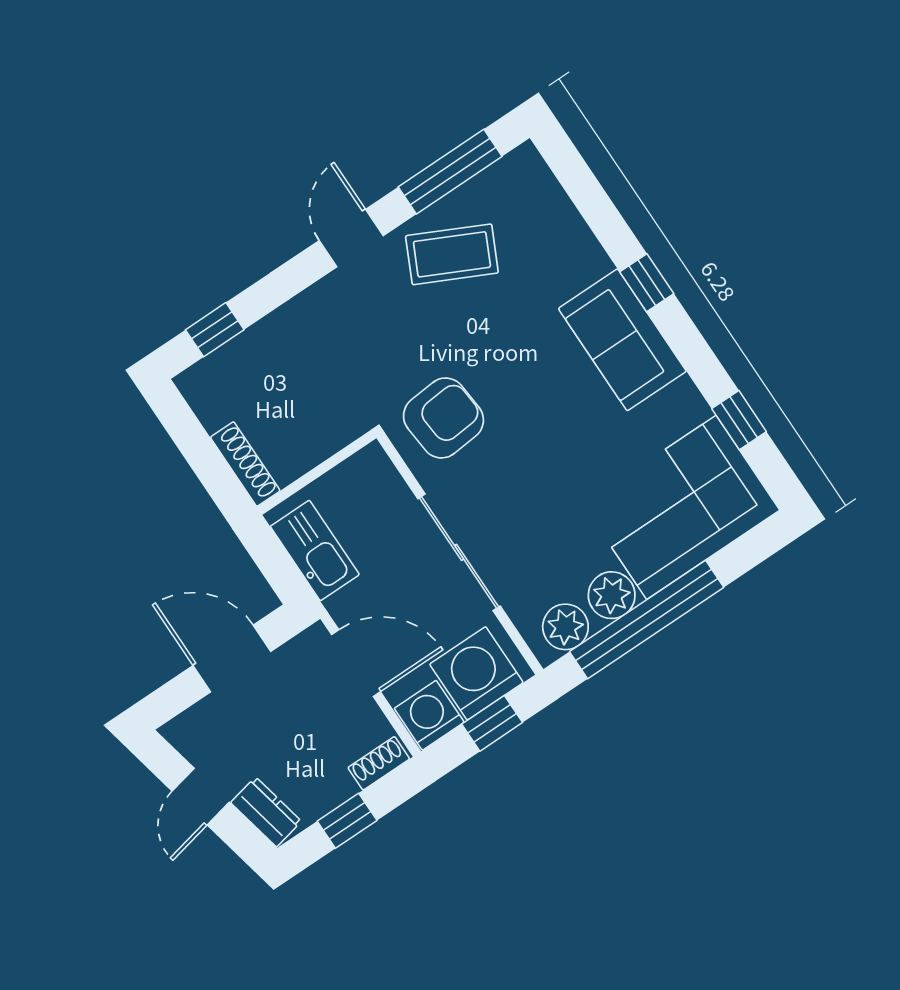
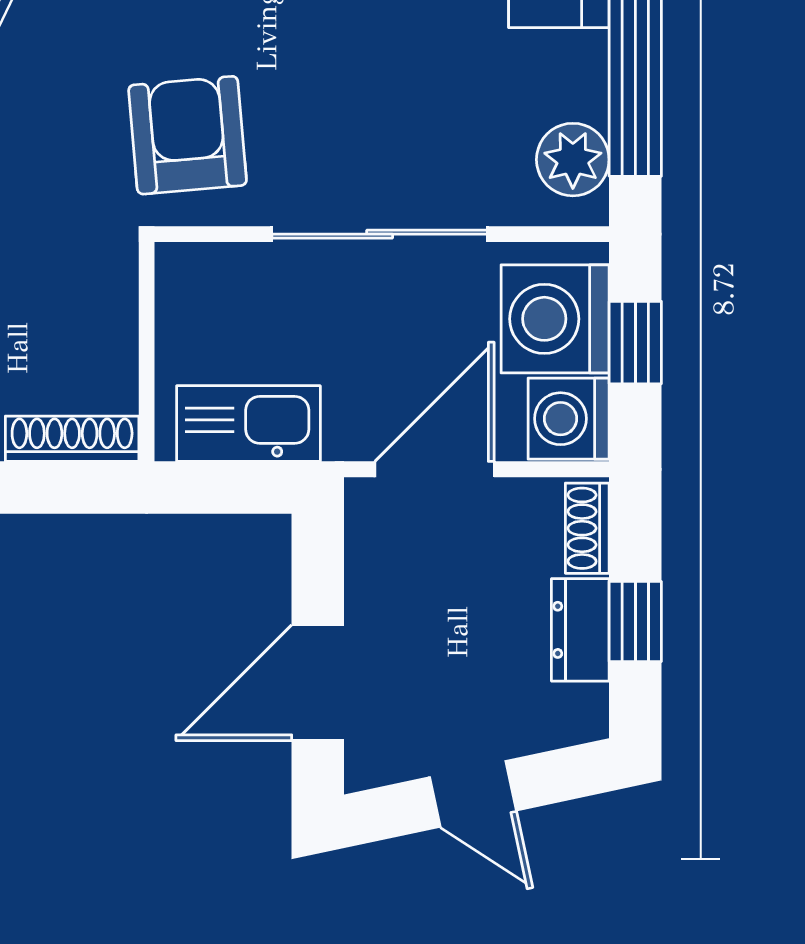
plant: (612, 595) -> (572, 70), removed
door: (232, 658) -> (318, 683), moved
dresser: (266, 812) -> (580, 630), moved, turned -78

